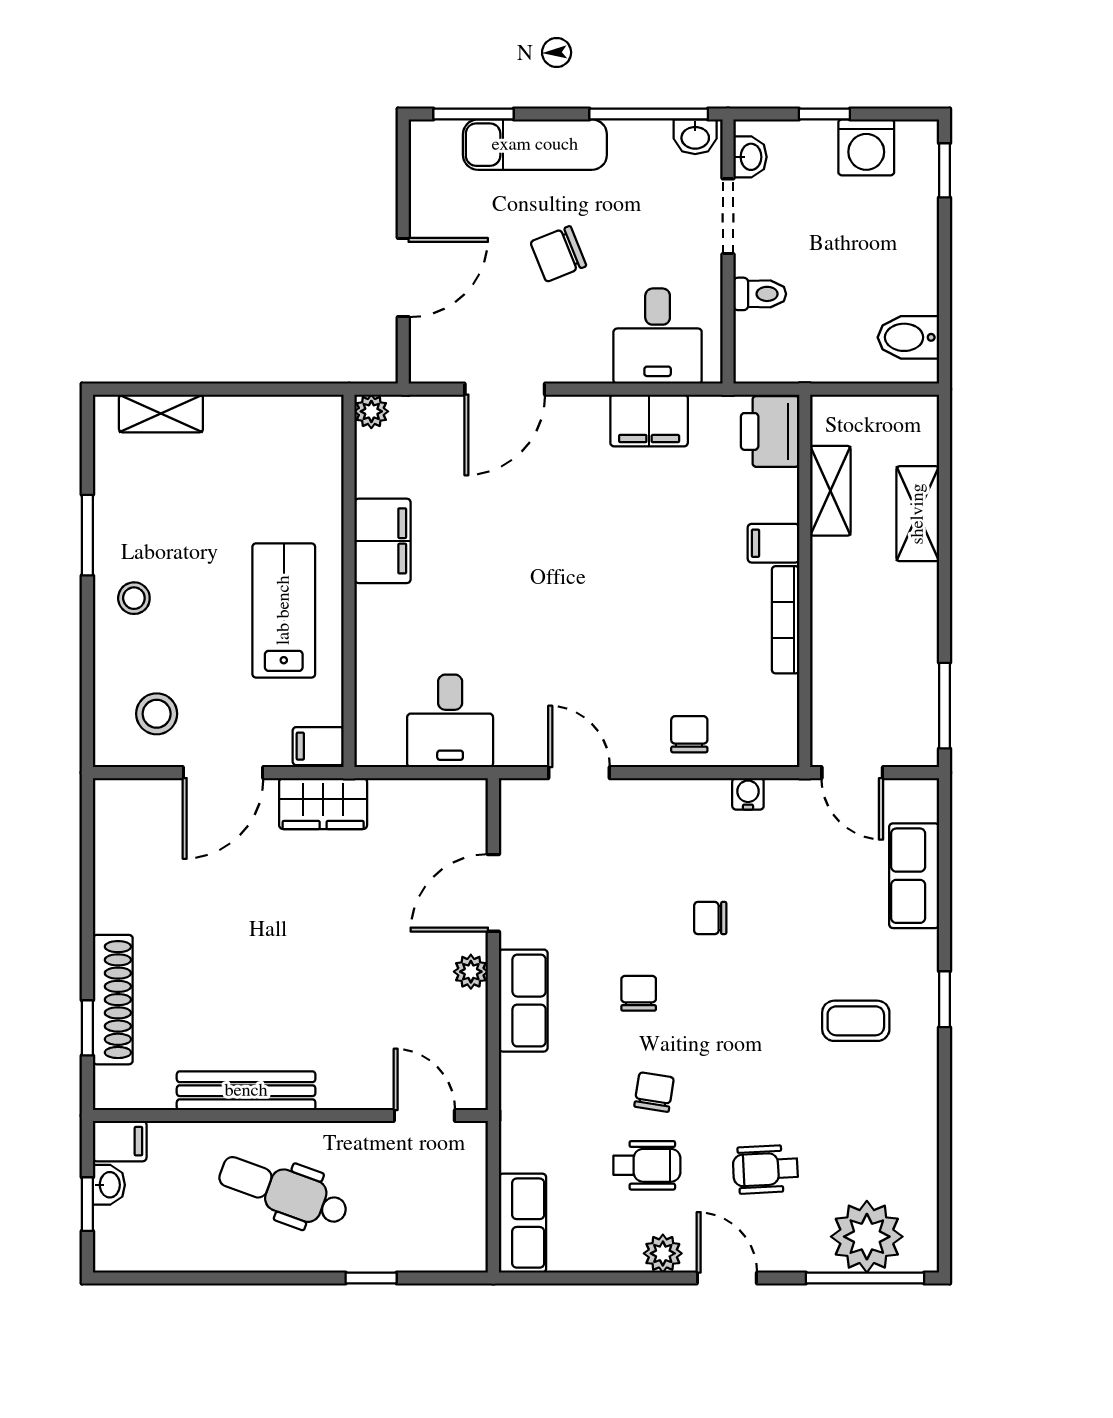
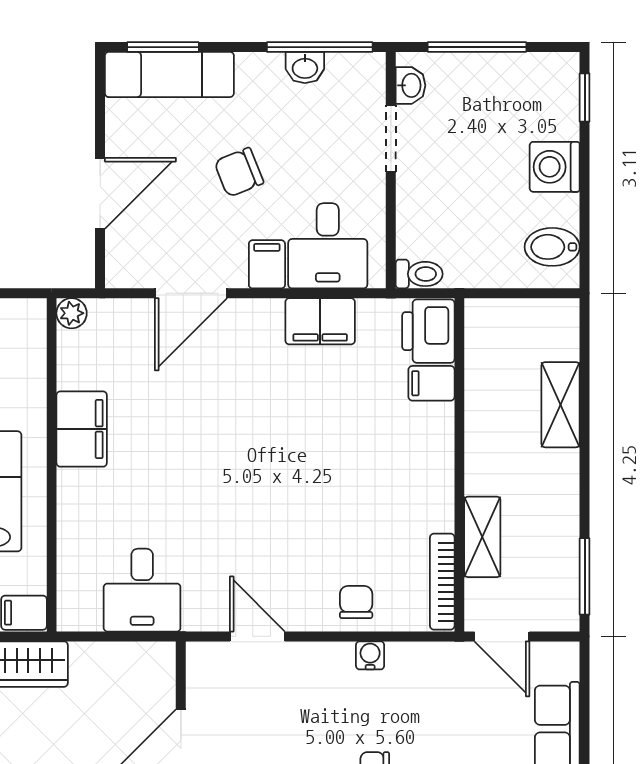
window: (824, 114) -> (477, 47), width x2.17
washbasin: (695, 137) -> (305, 67), moved
exam couch: (535, 145) -> (169, 74), moved
washing machine: (866, 147) -> (555, 167), moved, turned 90
toilet: (760, 294) -> (419, 274), moved
filing cabinet: (590, 357) -> (267, 264), added
shelving: (830, 491) -> (482, 537), moved
filing cabinet: (774, 543) -> (431, 383), moved
bookcase: (786, 620) -> (442, 582), moved
water cooler: (748, 794) -> (370, 655), moved

